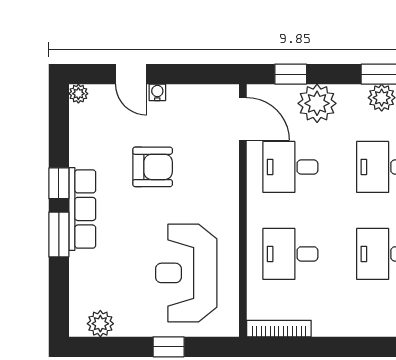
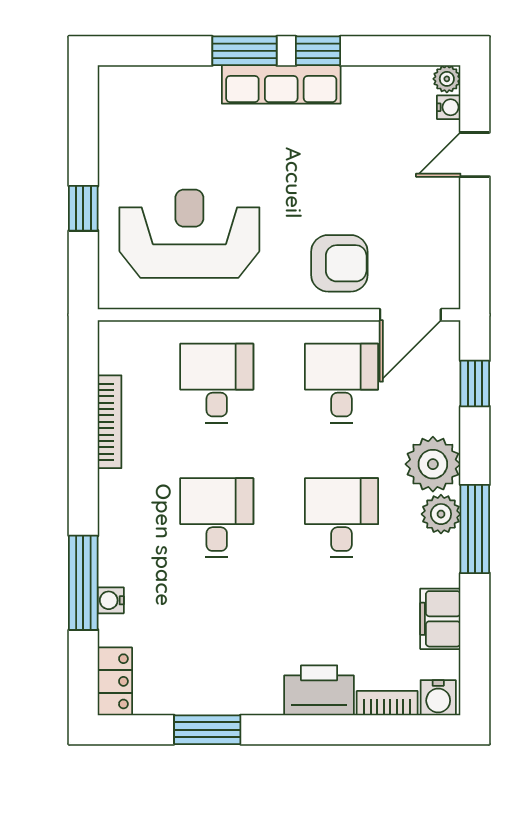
water cooler: (157, 92) -> (449, 107), moved
plant: (317, 103) -> (433, 464), moved
armchair: (153, 167) -> (339, 263), moved, turned -90
plant: (100, 324) -> (117, 110), removed
bookcase: (279, 329) -> (110, 422), moved

